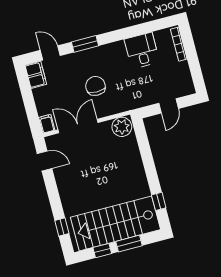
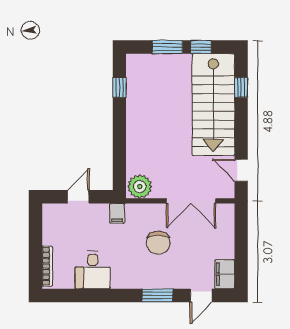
door: (50, 53) -> (201, 295), hinge flipped
filing cabinet: (47, 124) -> (117, 213), moved
stairs: (115, 223) -> (213, 105), moved, turned 90

